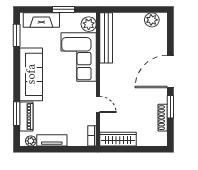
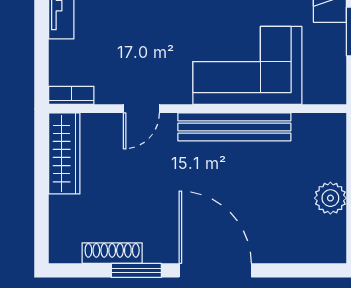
plant: (152, 20) -> (330, 198), moved
plant: (89, 24) -> (321, 88), removed
bench: (106, 38) -> (234, 127), moved

